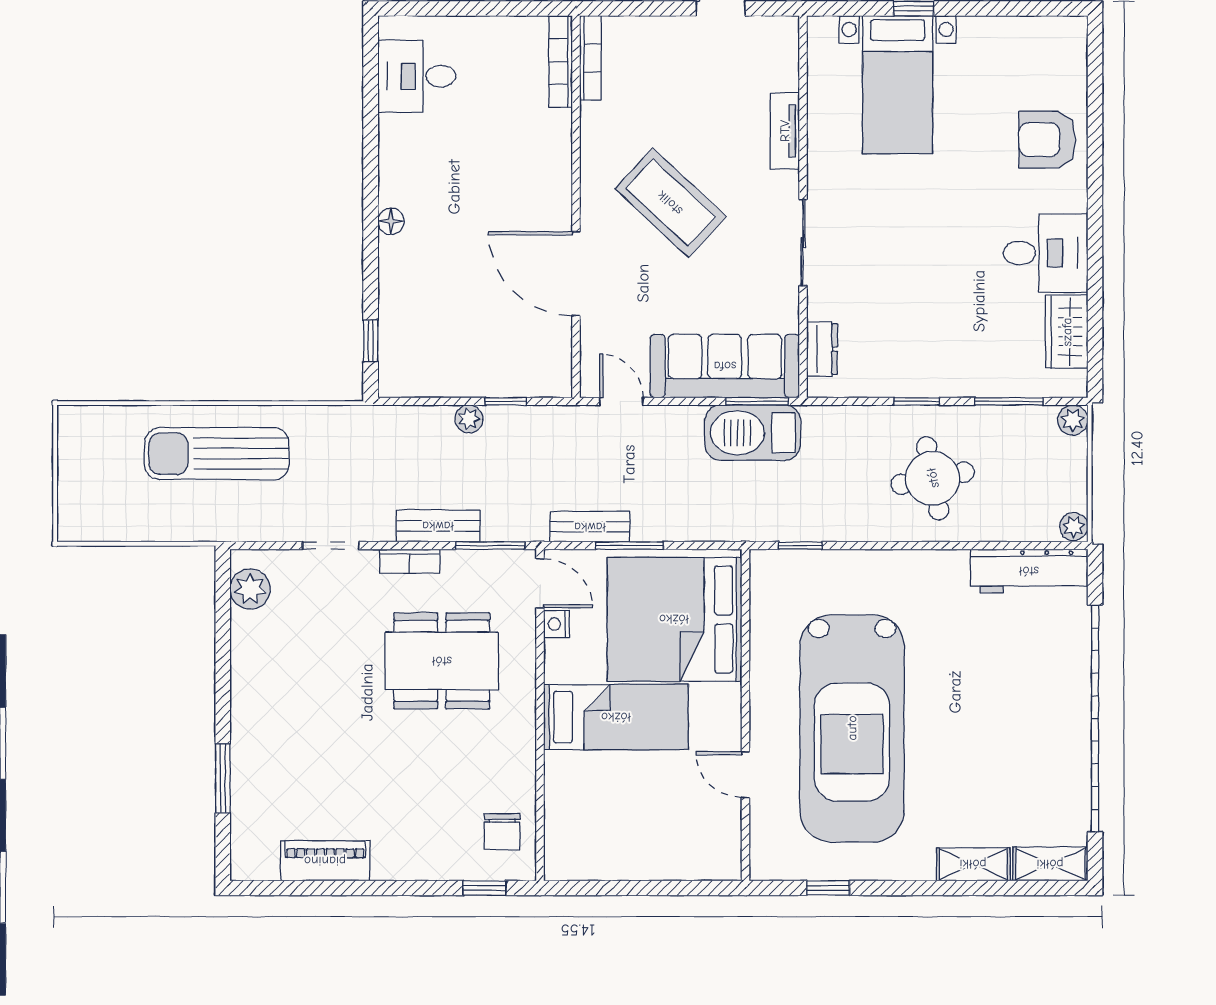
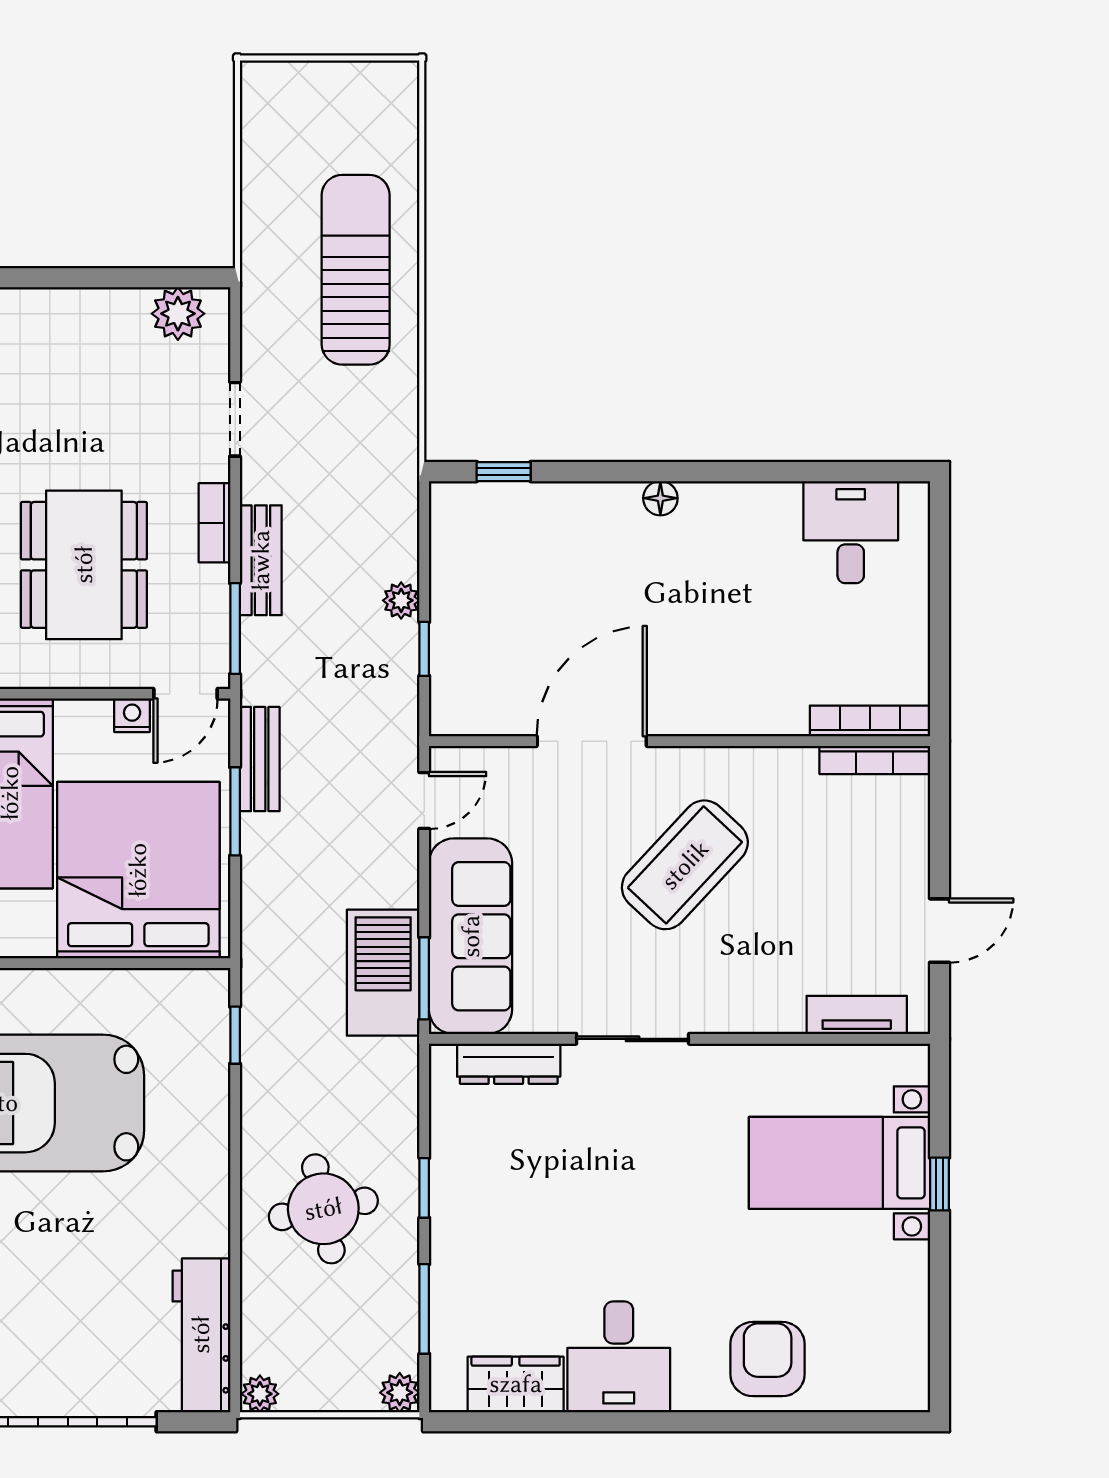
tv unit: (785, 131) -> (857, 1015), moved
dresser: (822, 349) -> (509, 1064), width x1.44

